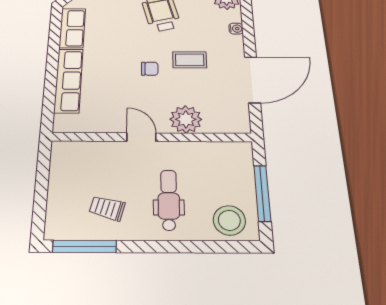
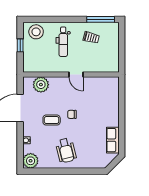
row of seats: (69, 80) -> (113, 107), removed
plant: (186, 119) -> (41, 85), moved
window: (262, 193) -> (20, 45), width x0.46

